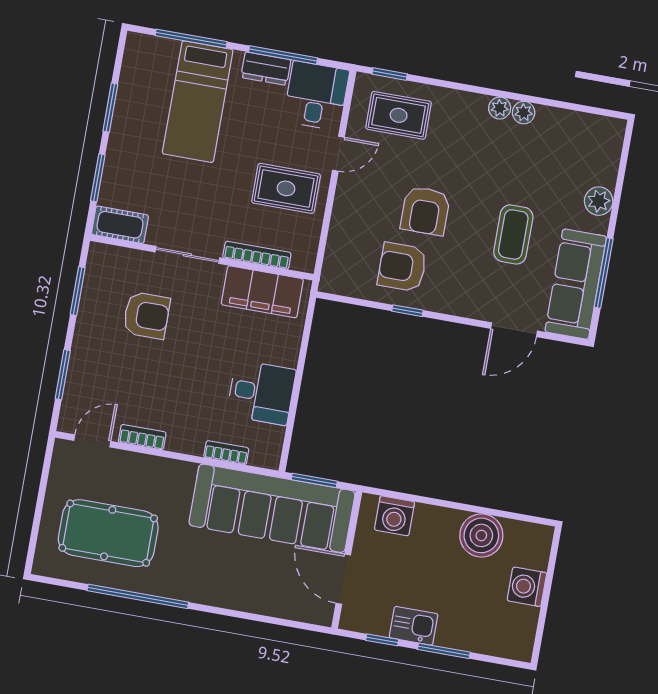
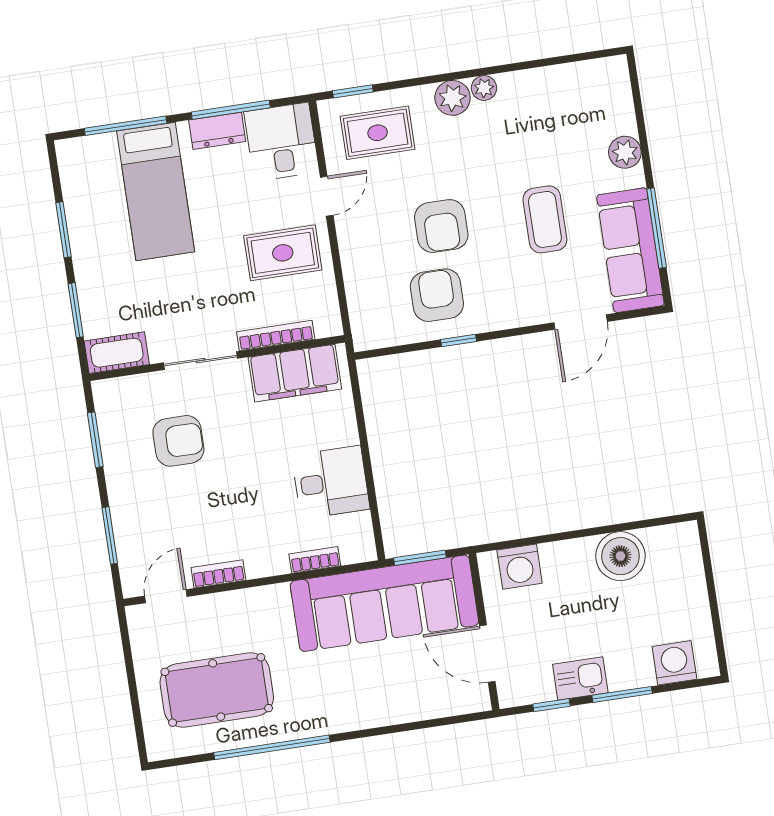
plant: (524, 113) -> (453, 98), moved, width x1.38, depth x1.38
armchair: (402, 267) -> (437, 295), turned 90
washing machine: (527, 587) -> (674, 663), moved, turned 90

